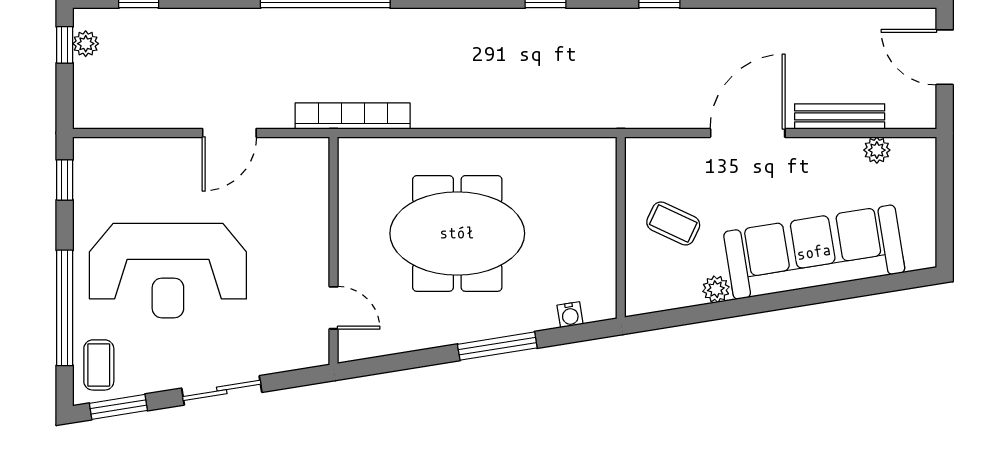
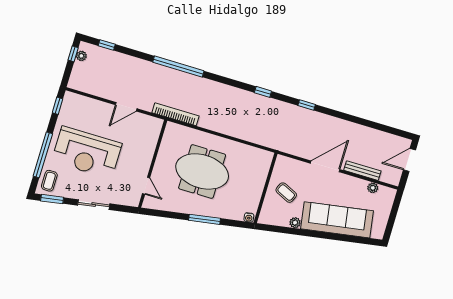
door: (945, 57) -> (410, 160), hinge flipped
water cooler: (570, 315) -> (249, 217), moved

